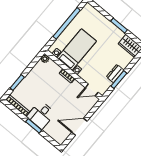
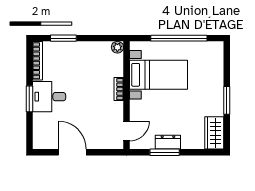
door: (92, 90) -> (127, 131), swing flipped

